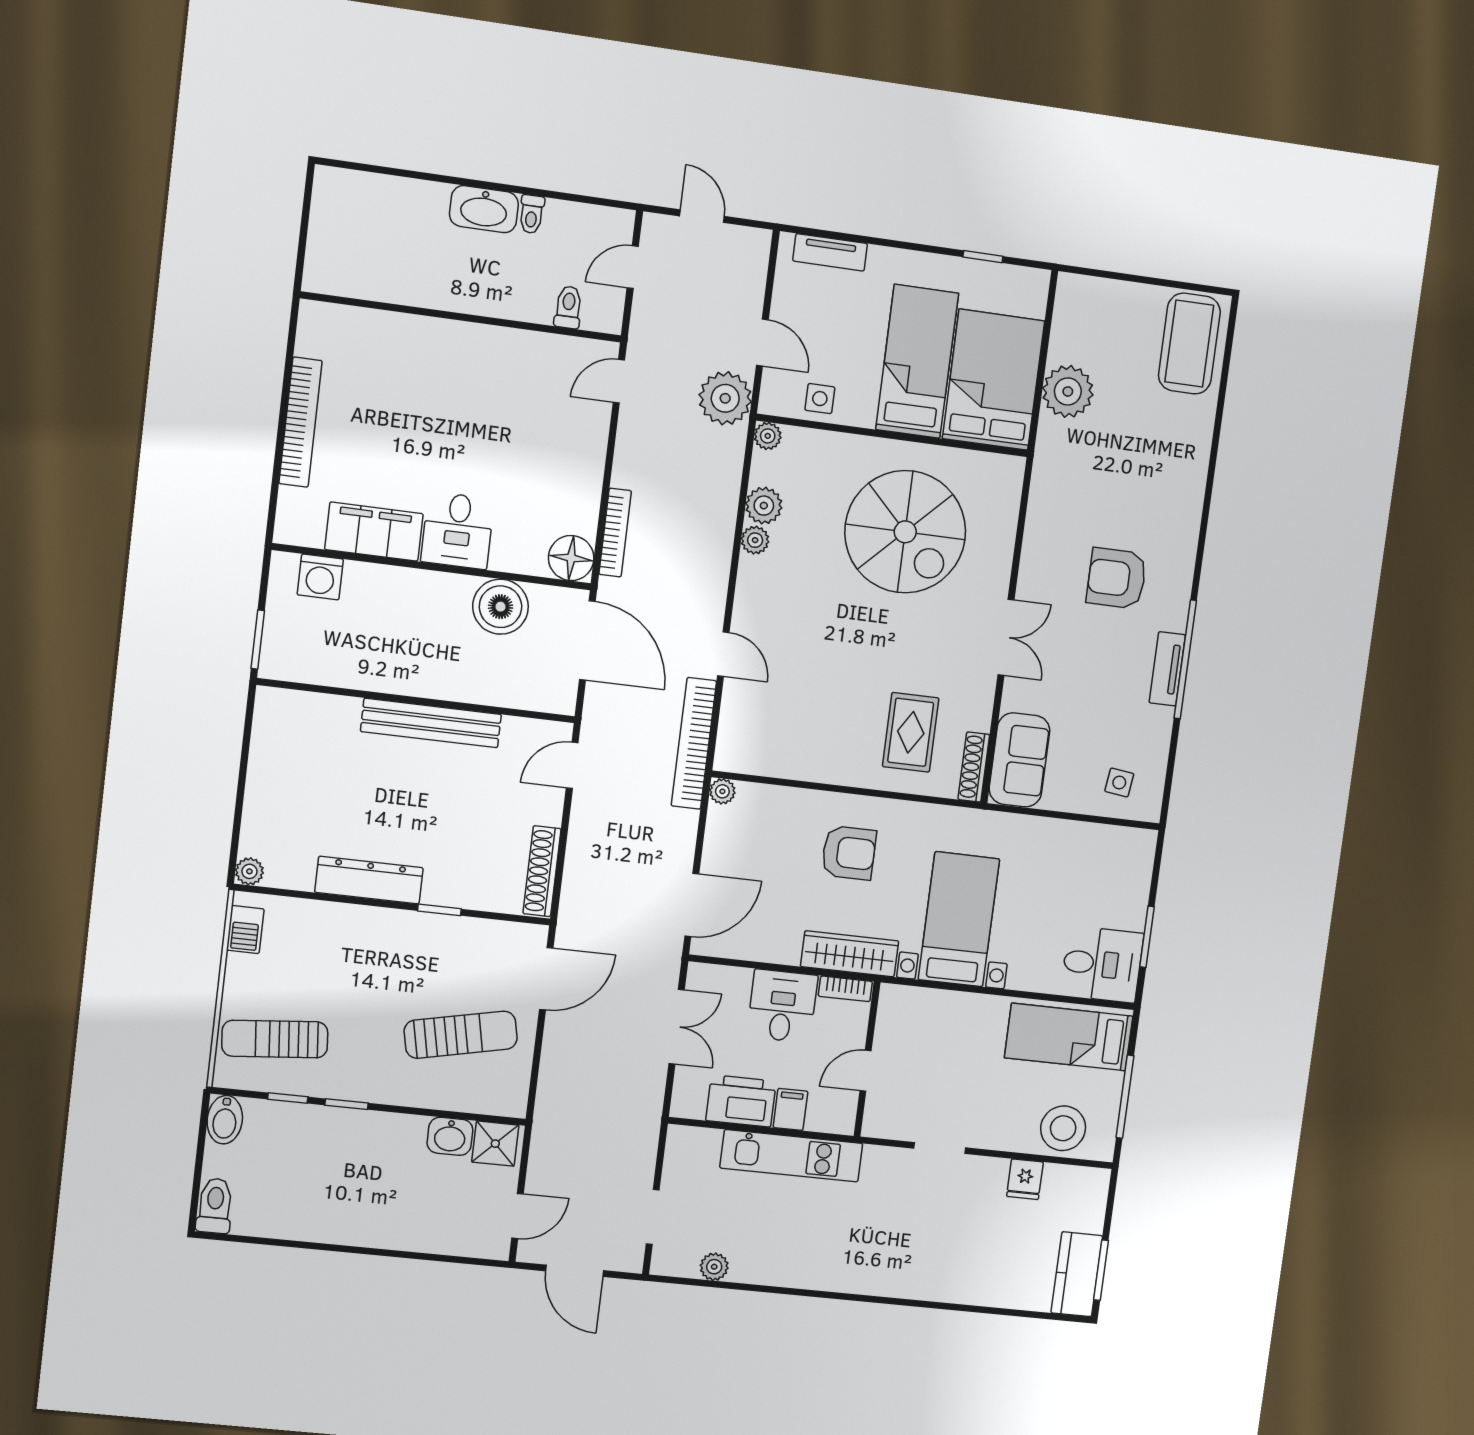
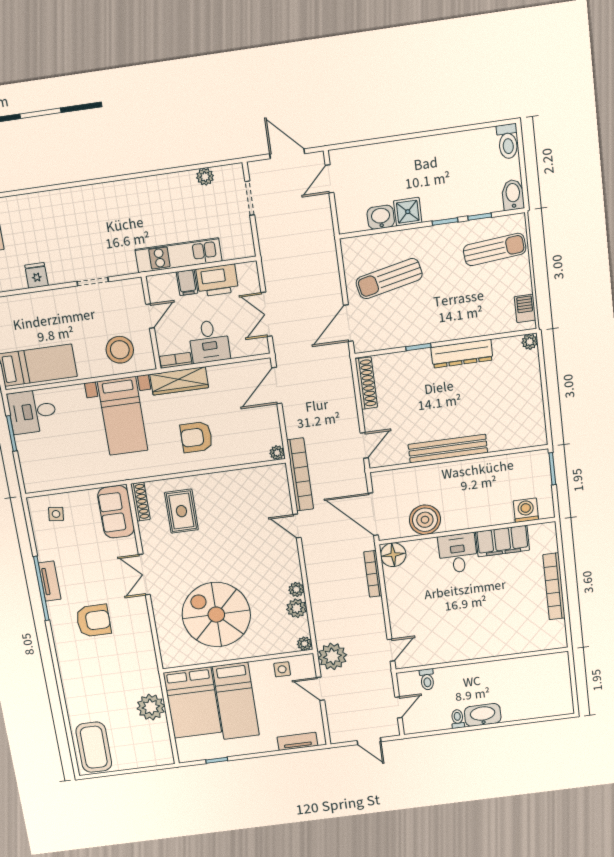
stool: (1063, 1128) -> (120, 350), moved
shower: (495, 1144) -> (408, 212), moved

